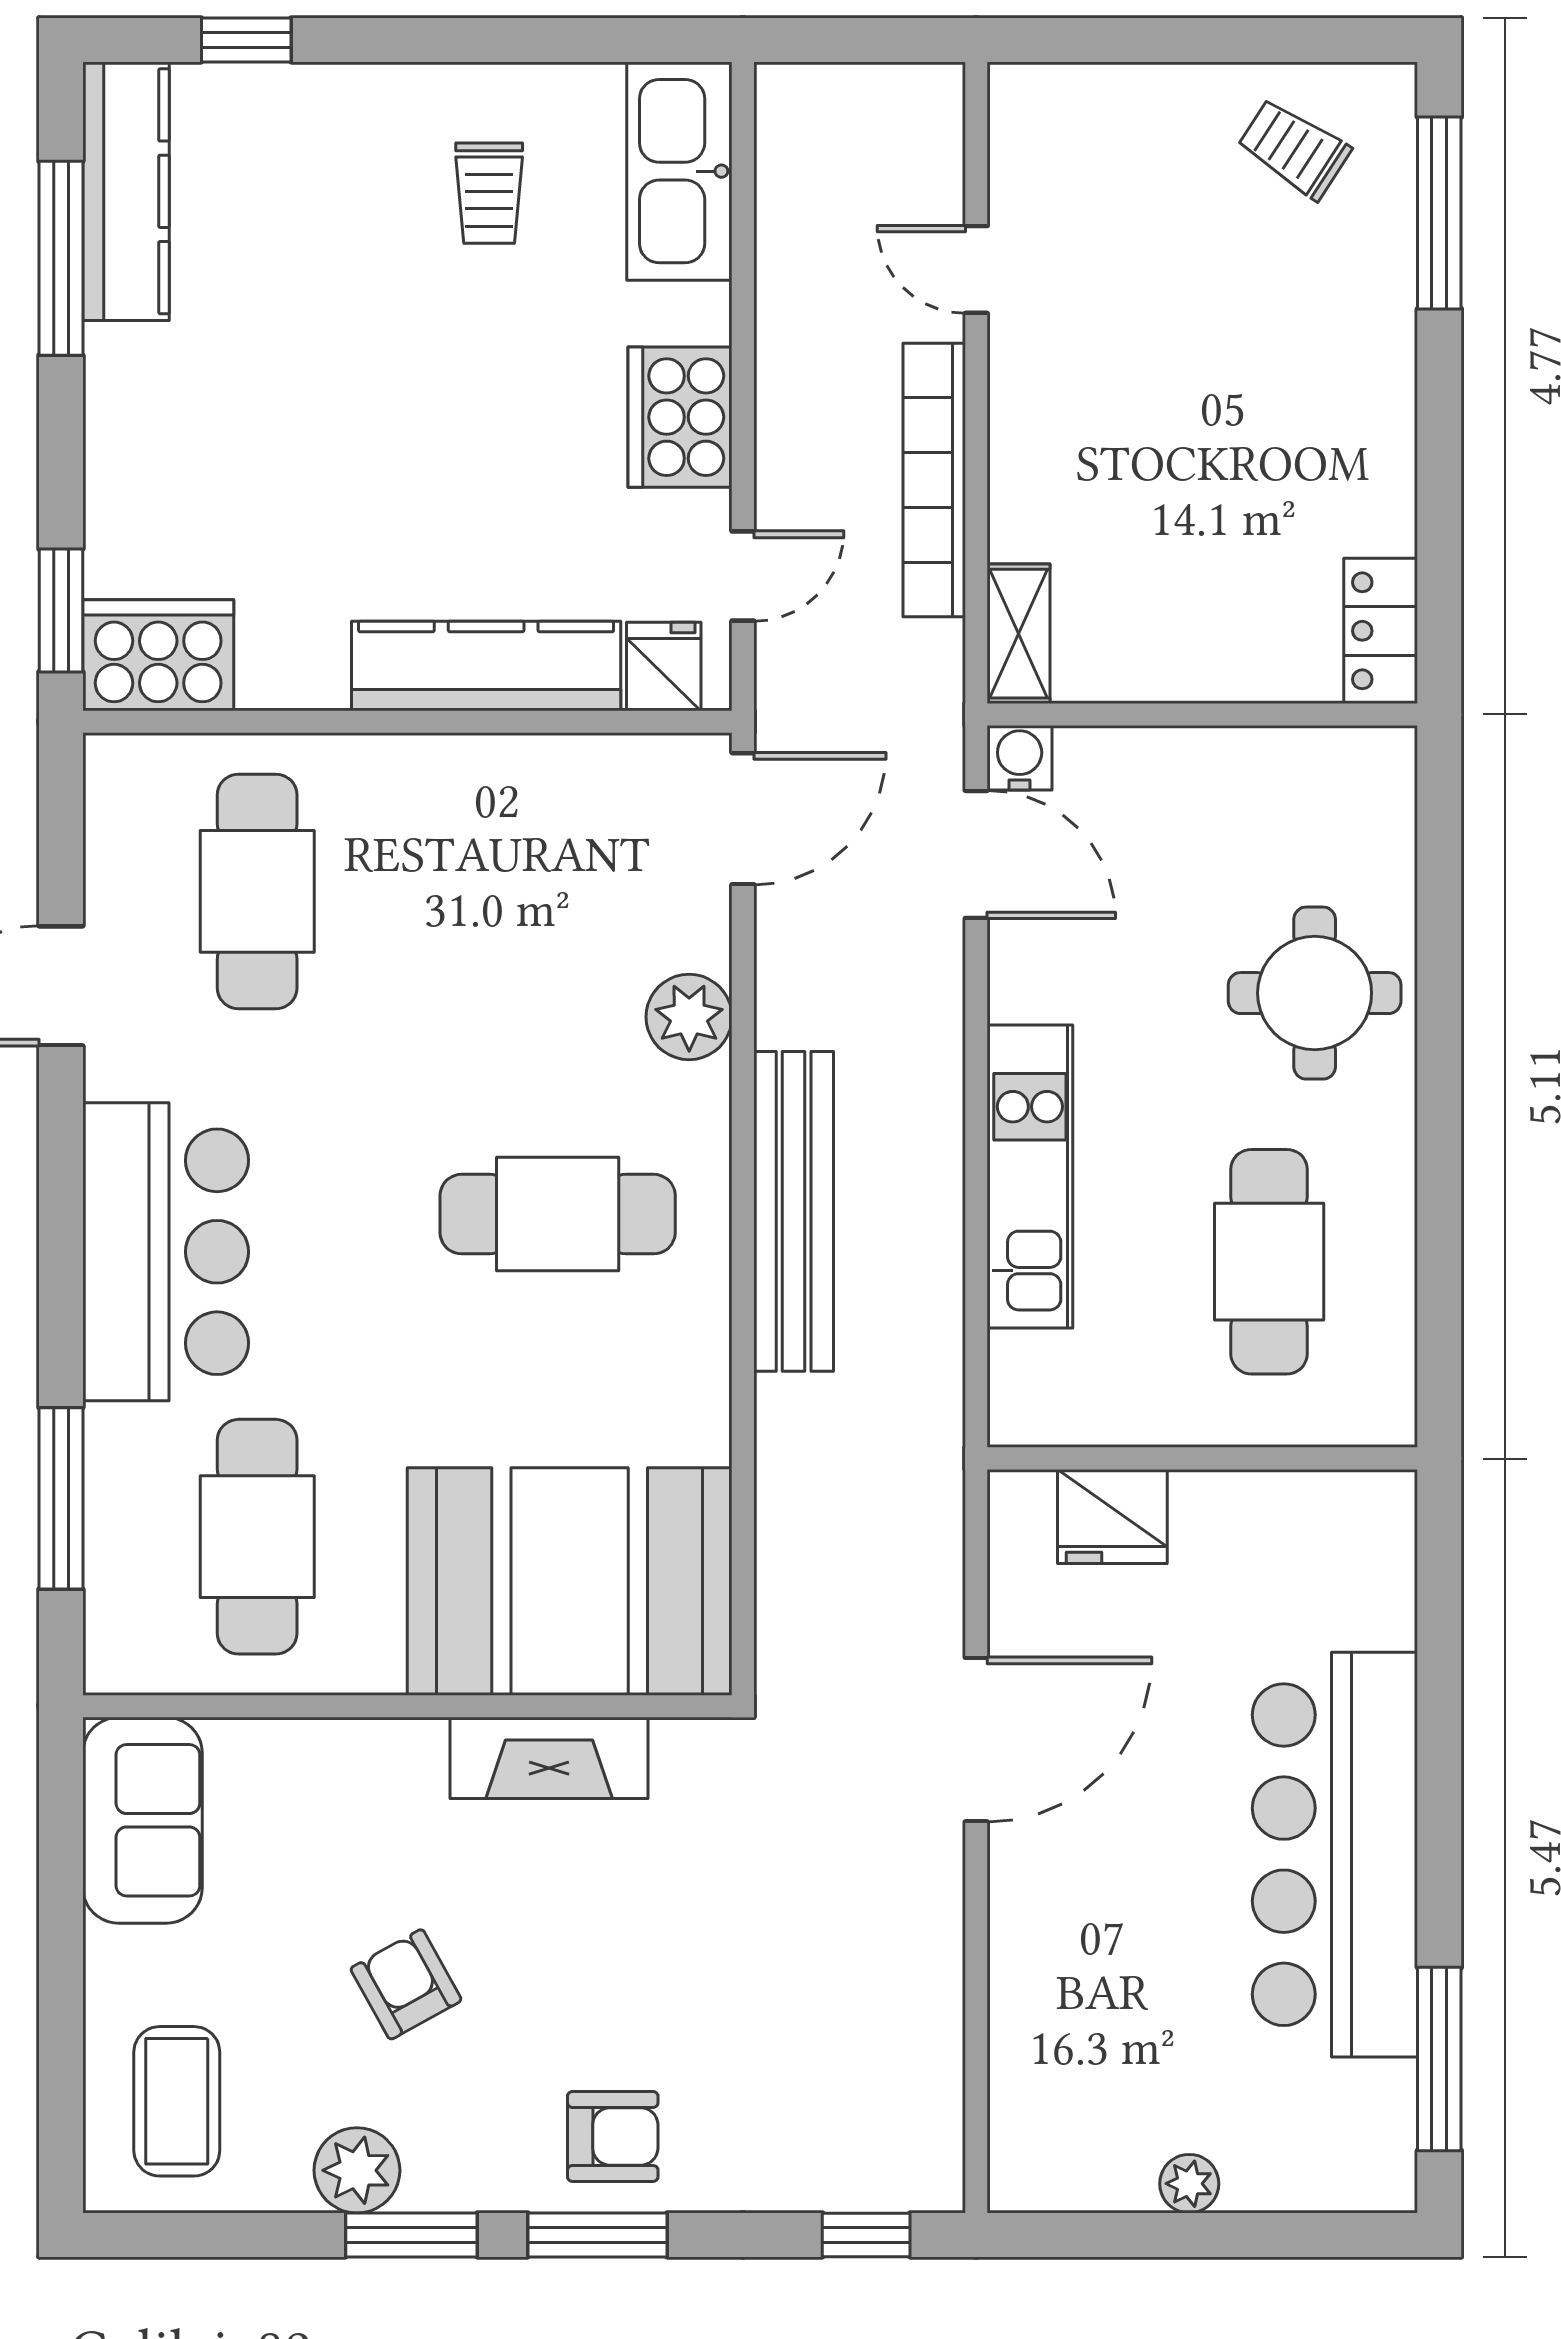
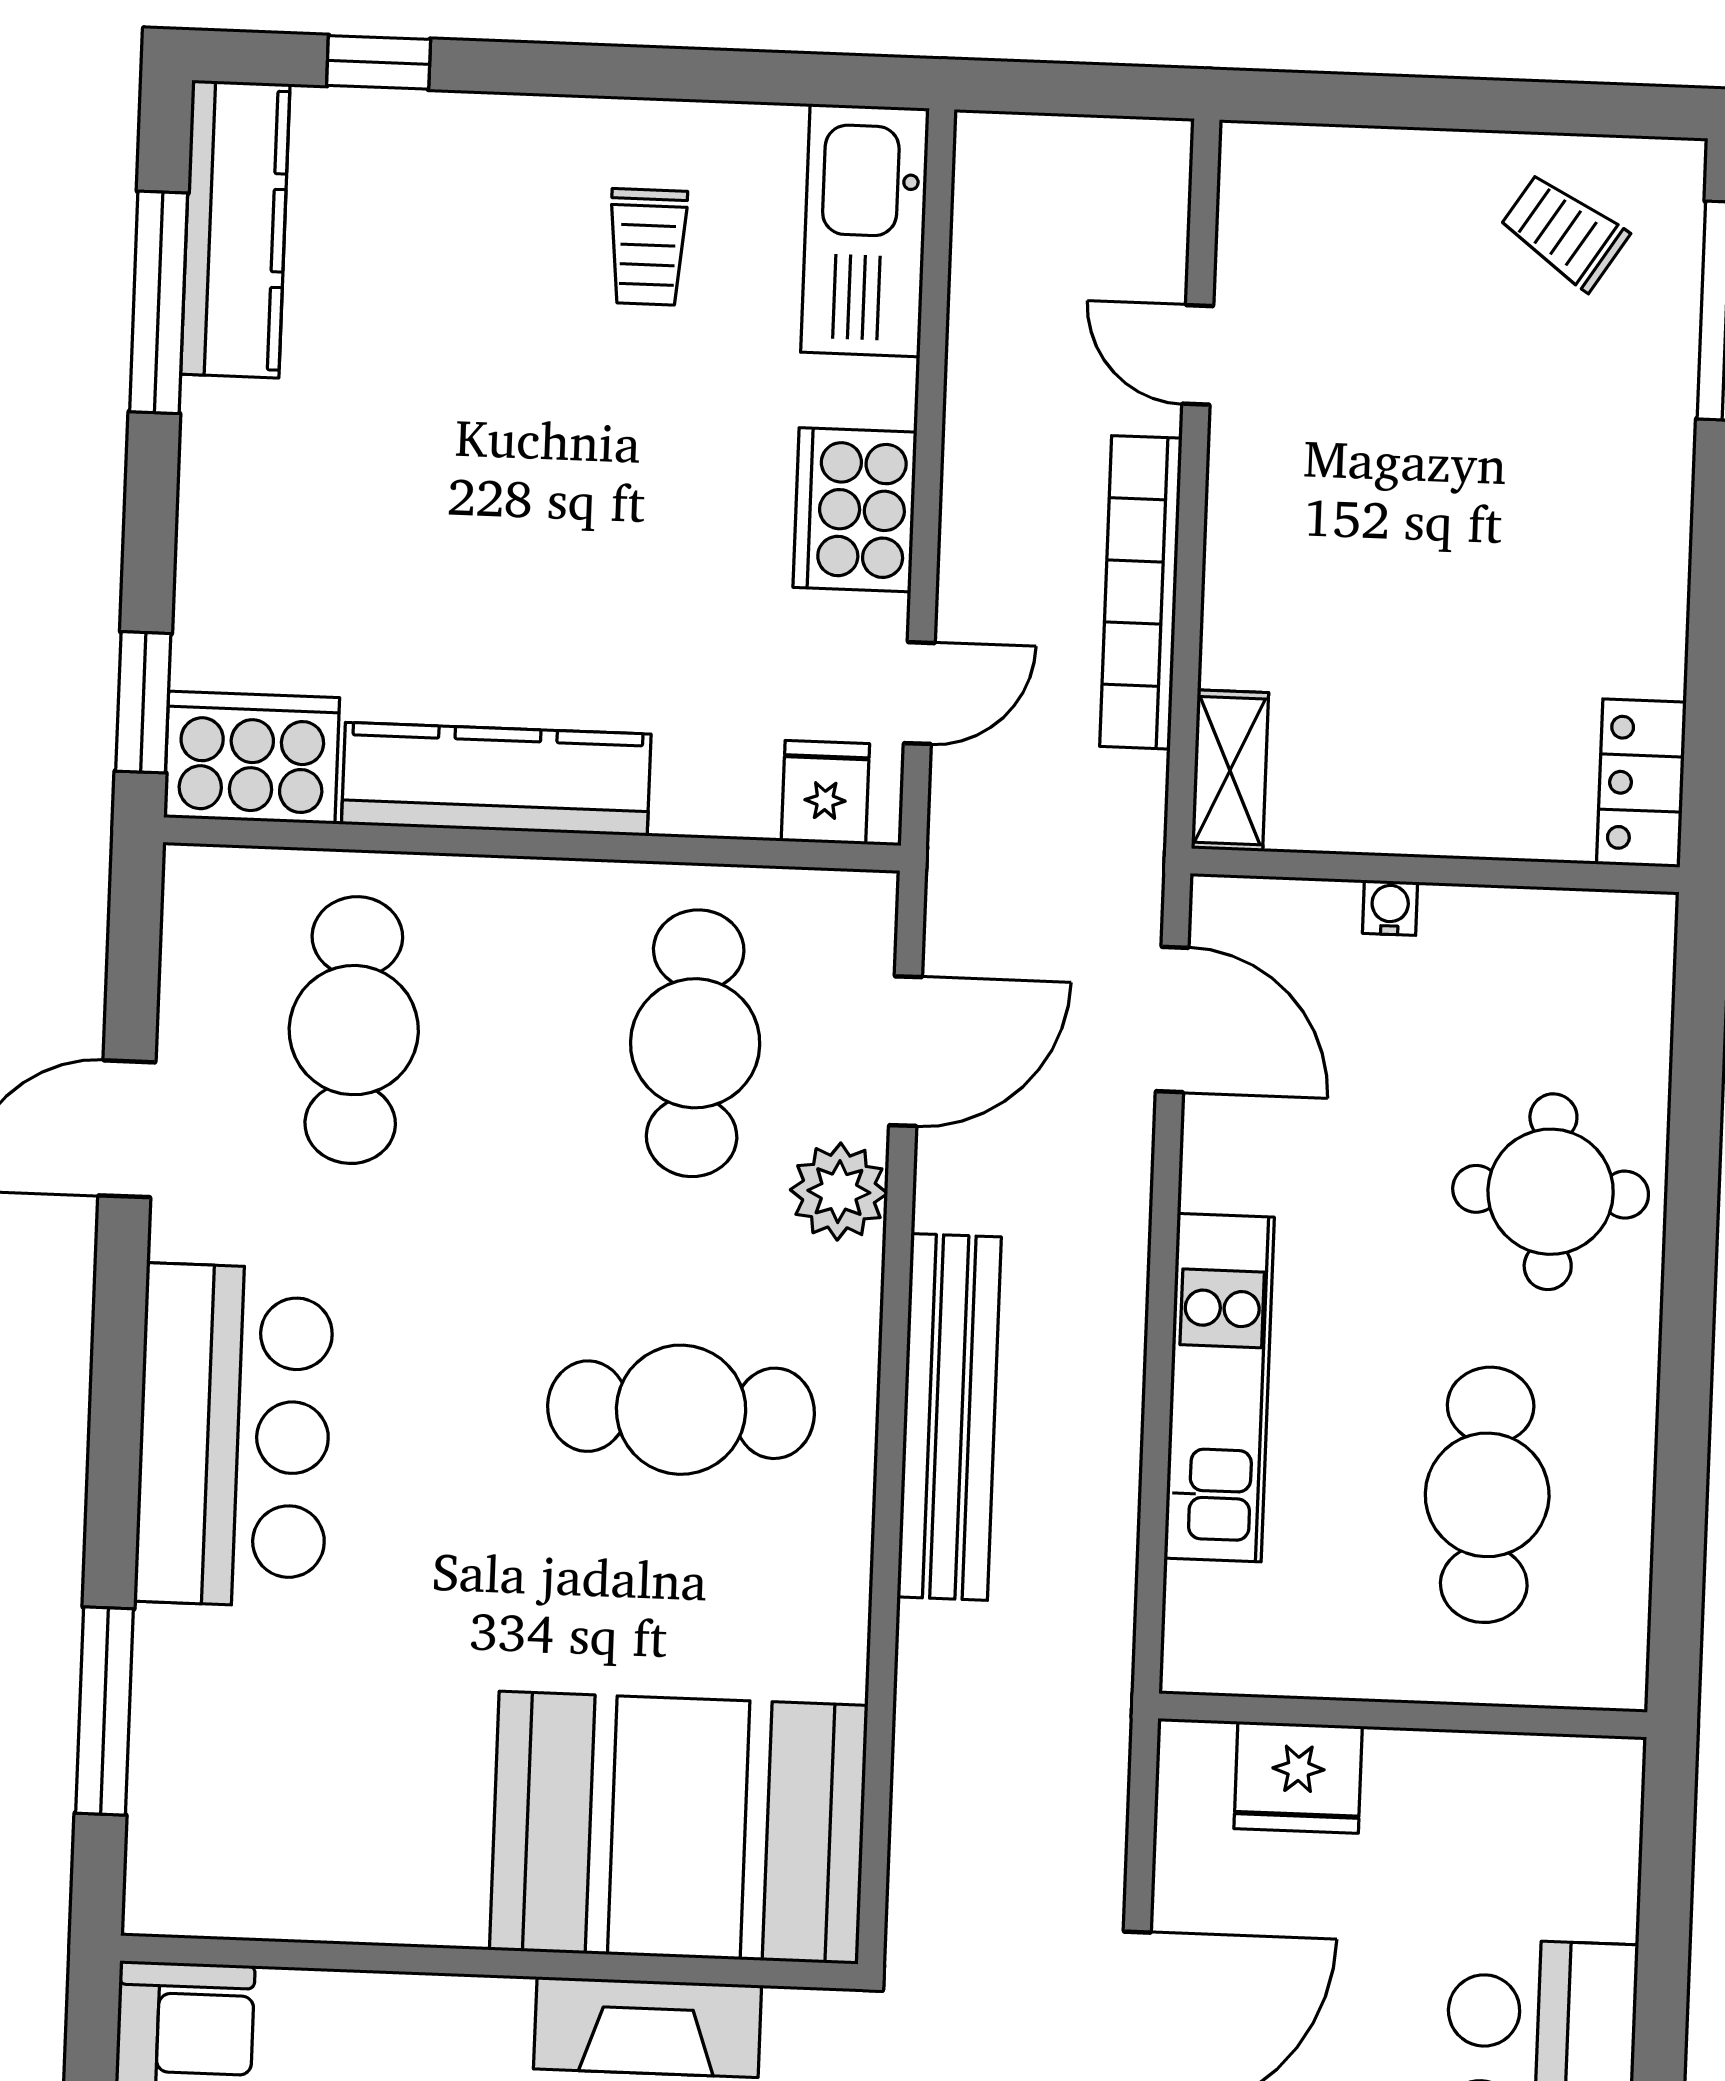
kitchen counter: (486, 666) -> (496, 779), moved
water cooler: (1020, 758) -> (1390, 908), moved, width x0.72, depth x0.72
door: (743, 819) -> (906, 1051), moved
cafe table: (257, 1537) -> (695, 1043), moved

